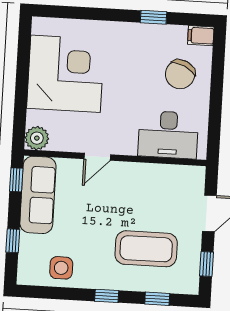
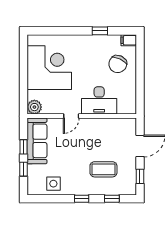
desk: (168, 135) -> (99, 100), moved
window: (16, 180) -> (24, 147), moved
coffee table: (146, 249) -> (103, 169), width x0.73, depth x0.76

